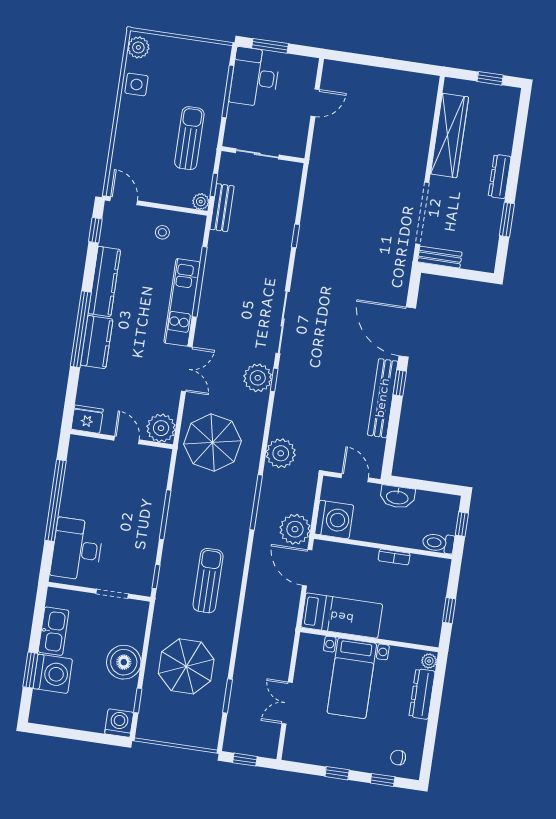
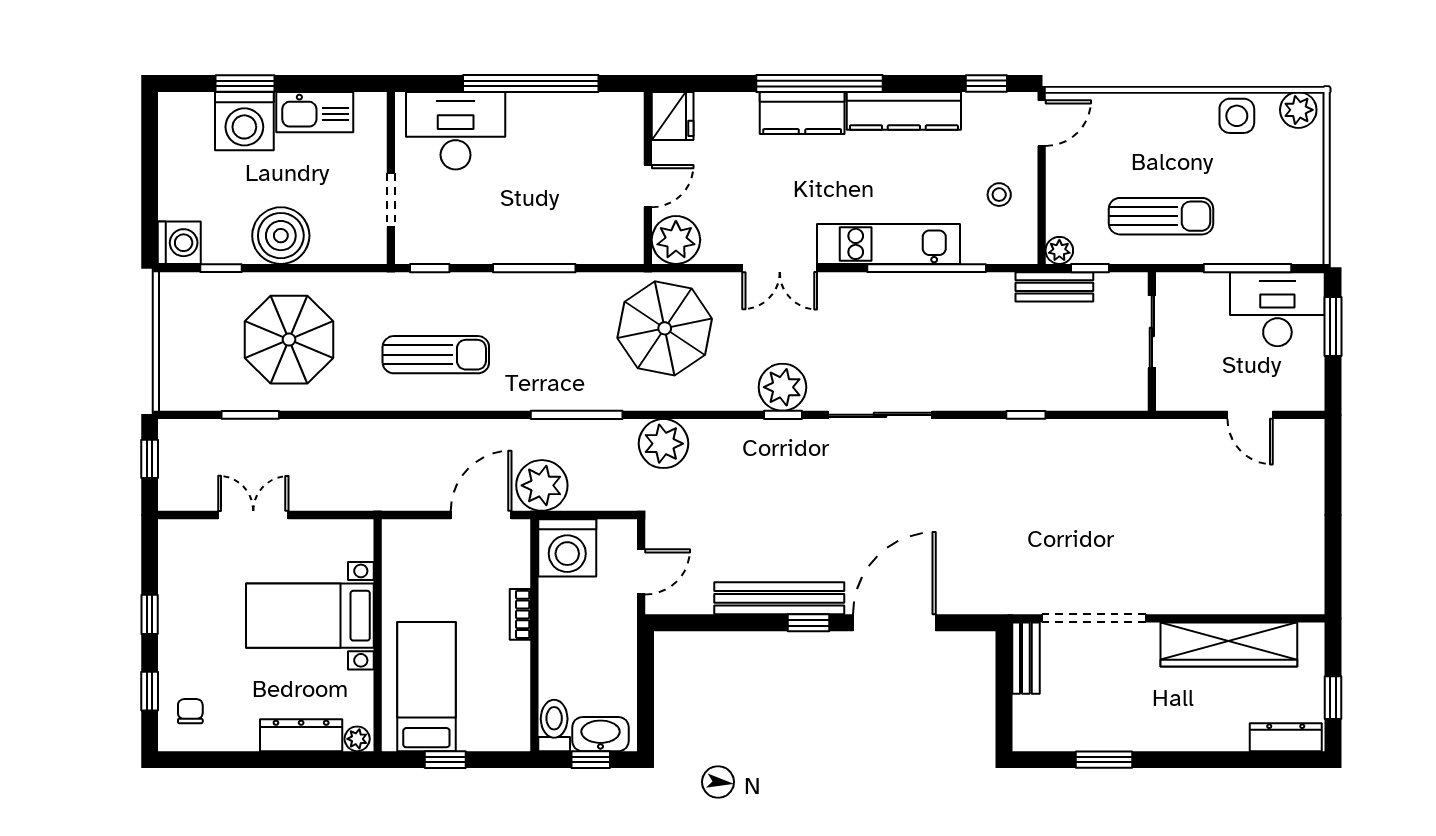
dresser: (500, 176) -> (1286, 737), moved
washbasin: (397, 497) -> (601, 734), moved, turned 90
bookcase: (394, 557) -> (520, 614), moved
bed: (342, 616) -> (426, 687), moved, turned 180

